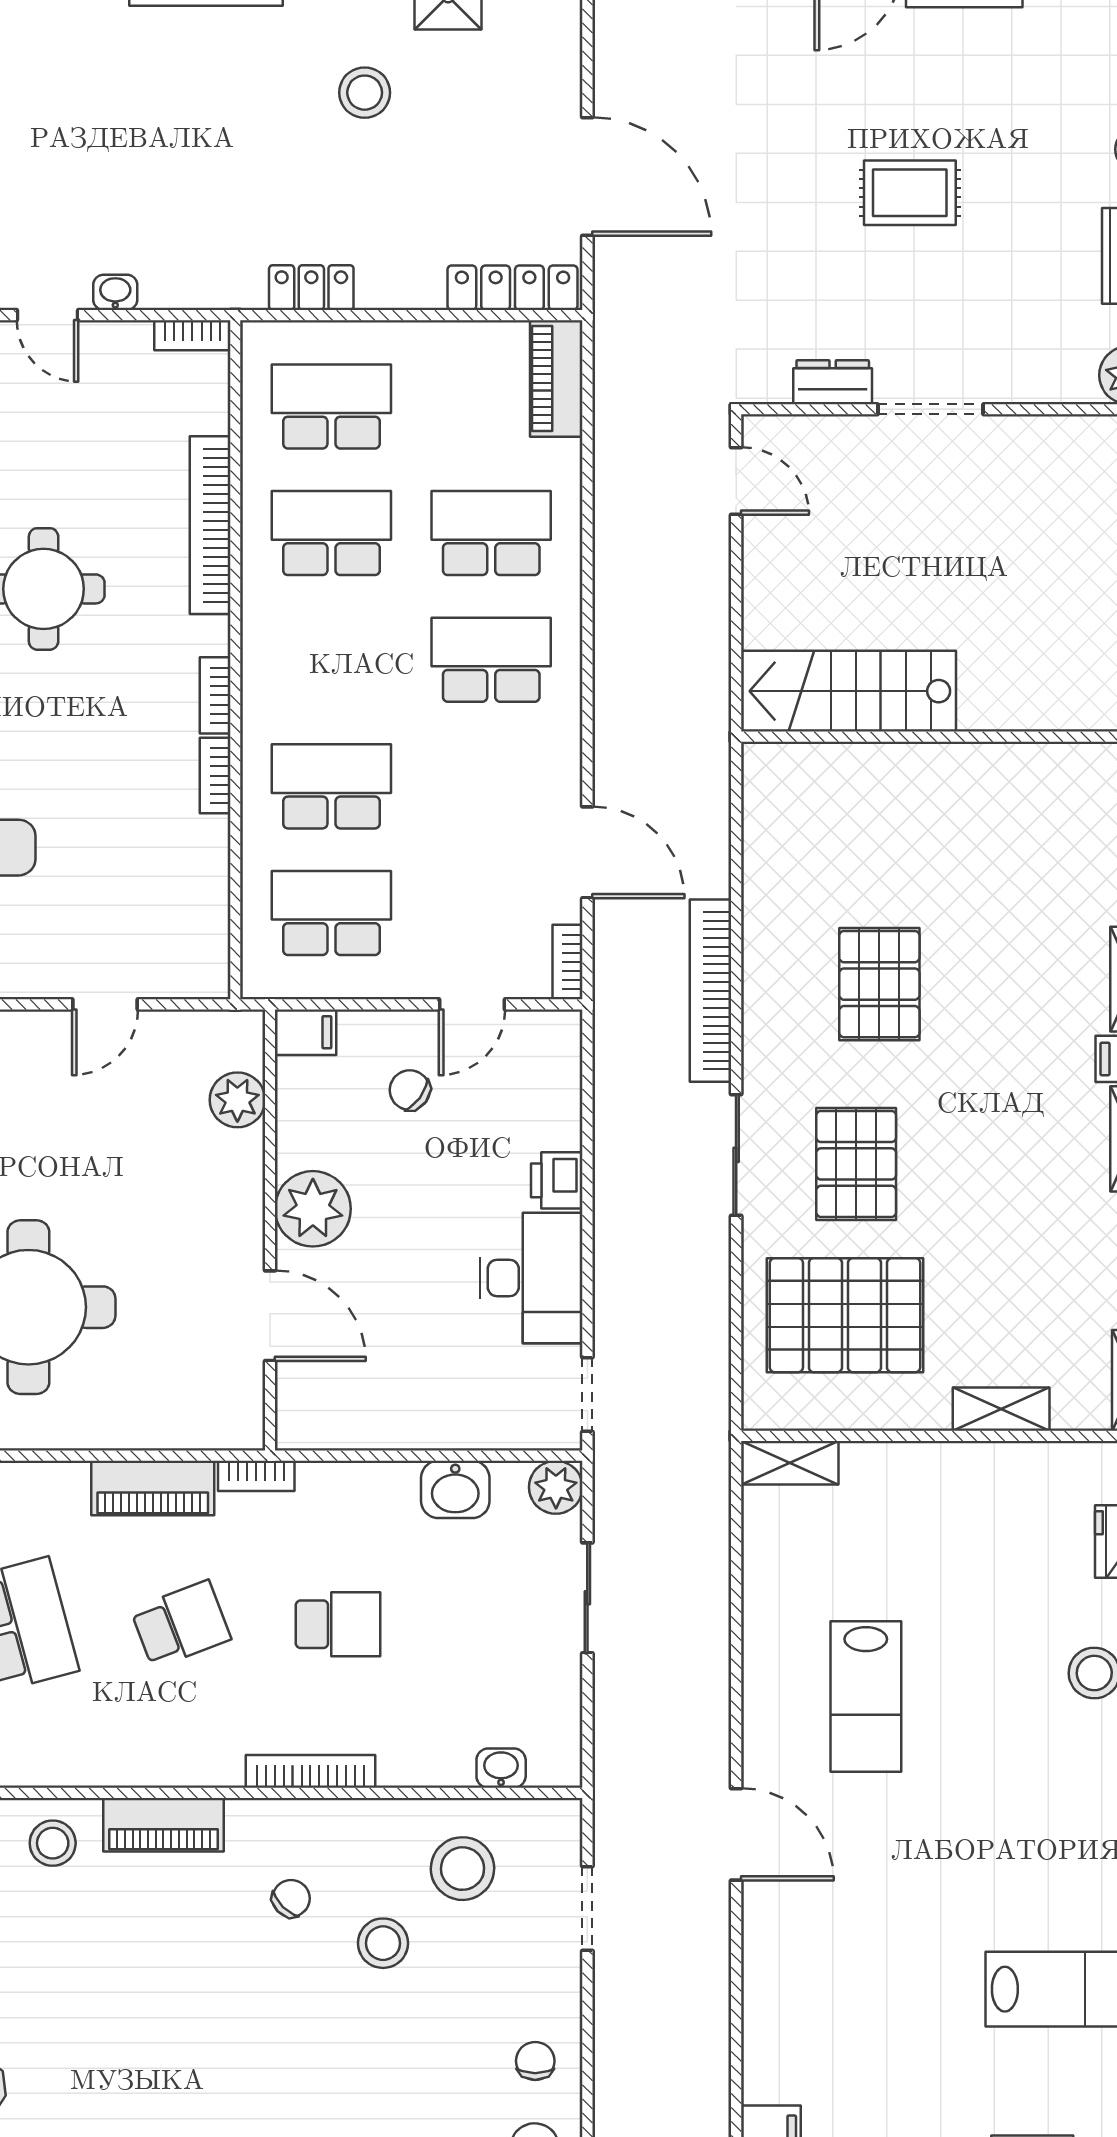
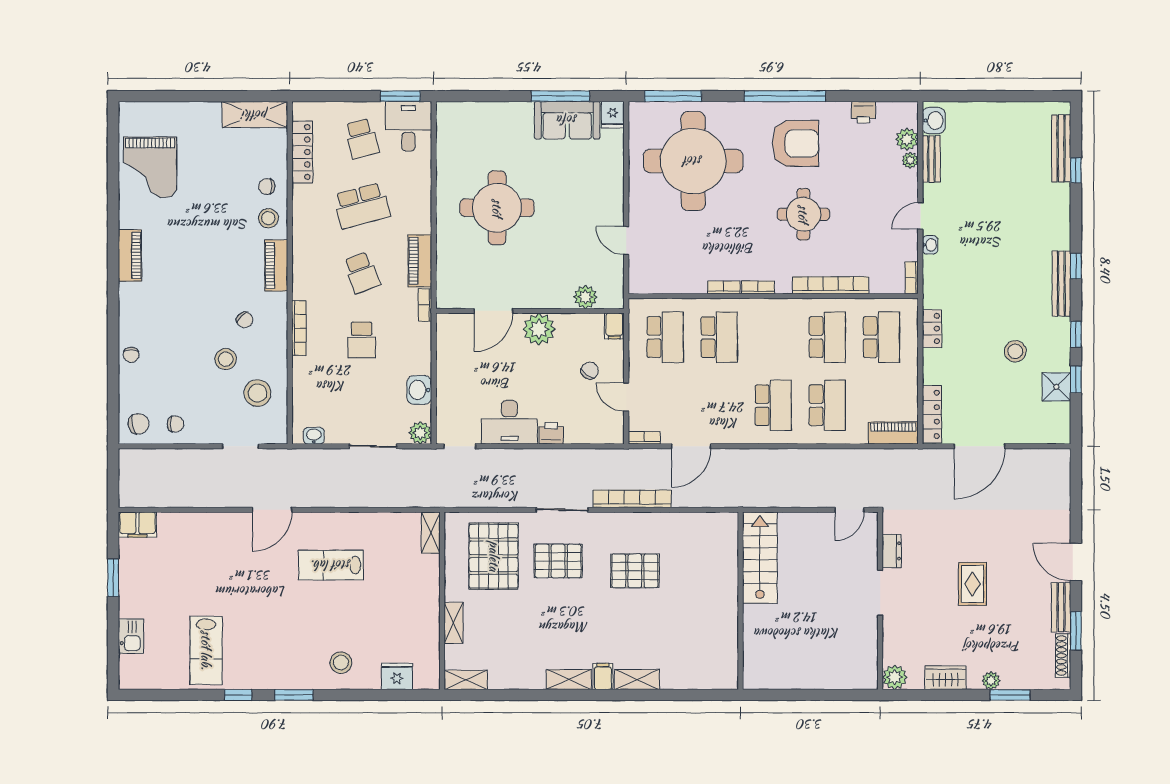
washbasin: (501, 1768) -> (314, 436), moved, turned -90

